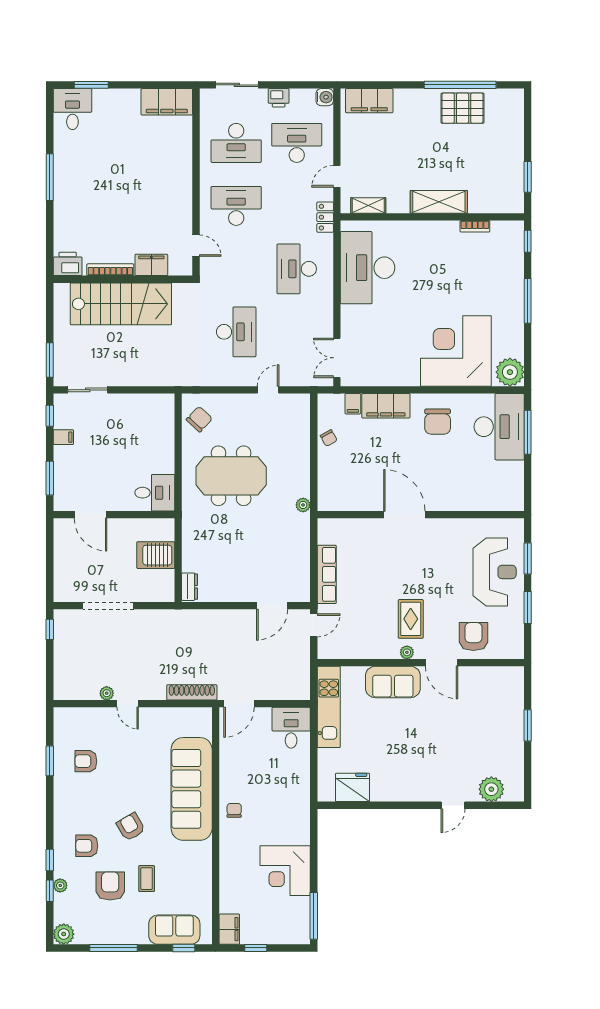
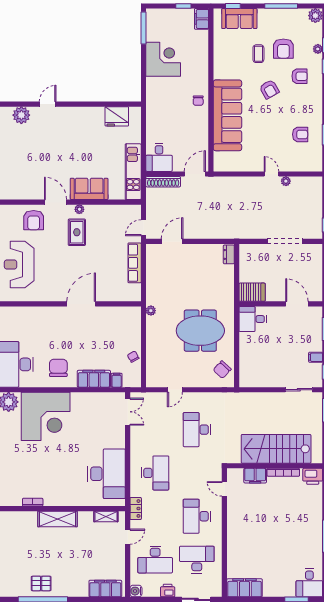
pallet: (463, 108) -> (41, 583), width x0.67, depth x0.71
desk: (236, 206) -> (197, 516), turned 90
door: (404, 515) -> (81, 304), swing flipped
server rack: (156, 555) -> (252, 292), moved
shoe rack: (192, 692) -> (163, 182), moved

